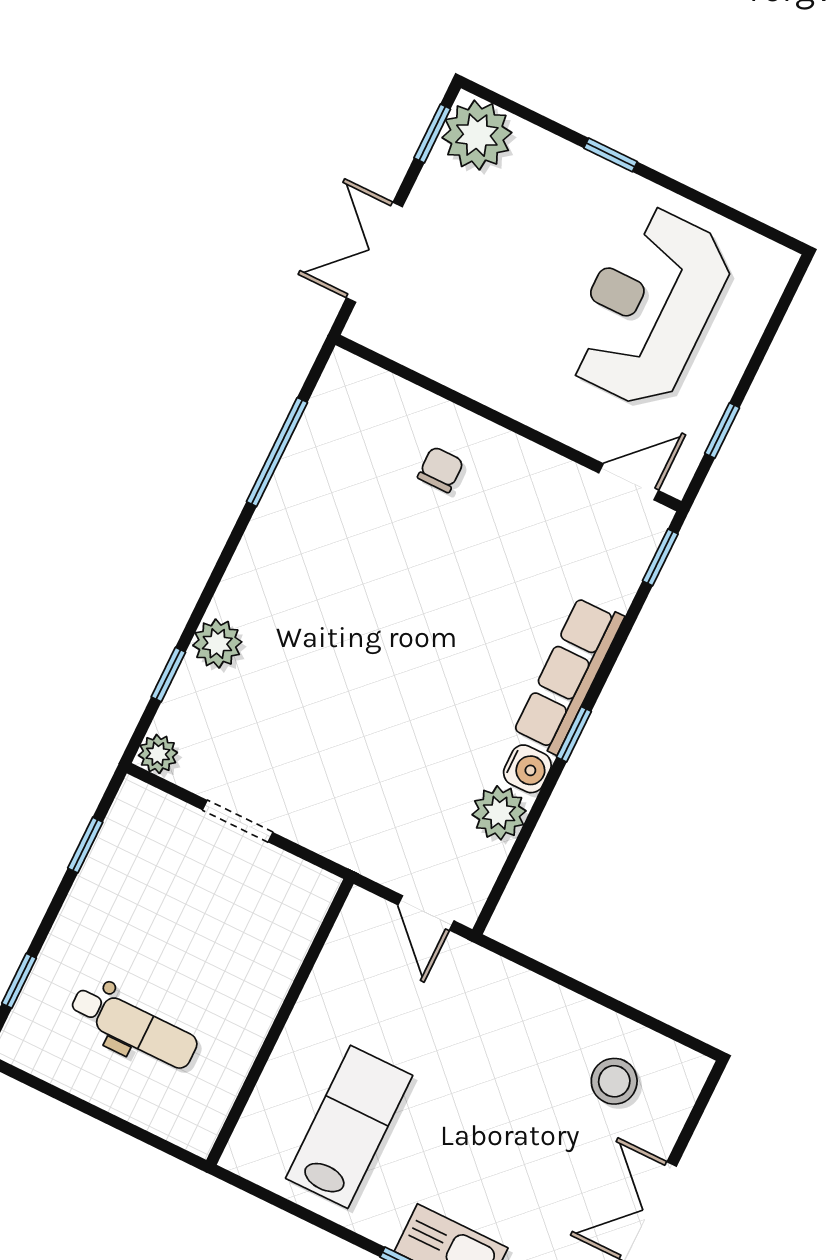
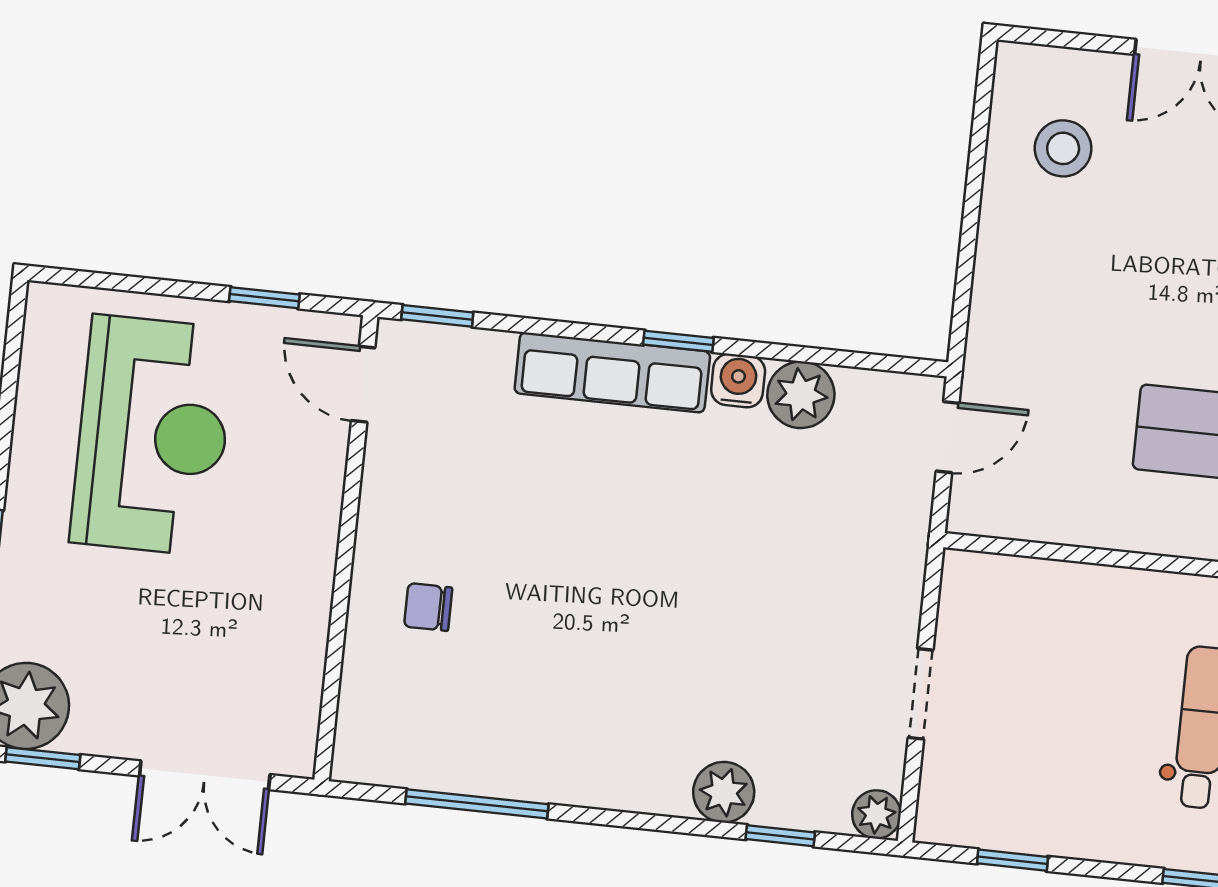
reception desk: (648, 307) -> (153, 435), turned -90

